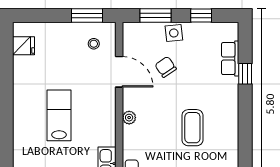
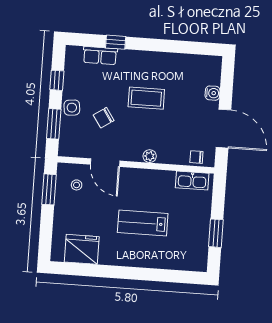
fridge: (24, 46) -> (82, 249), width x1.88, depth x1.34
door: (119, 72) -> (105, 163), swing flipped
coffee table: (192, 128) -> (146, 98), moved

